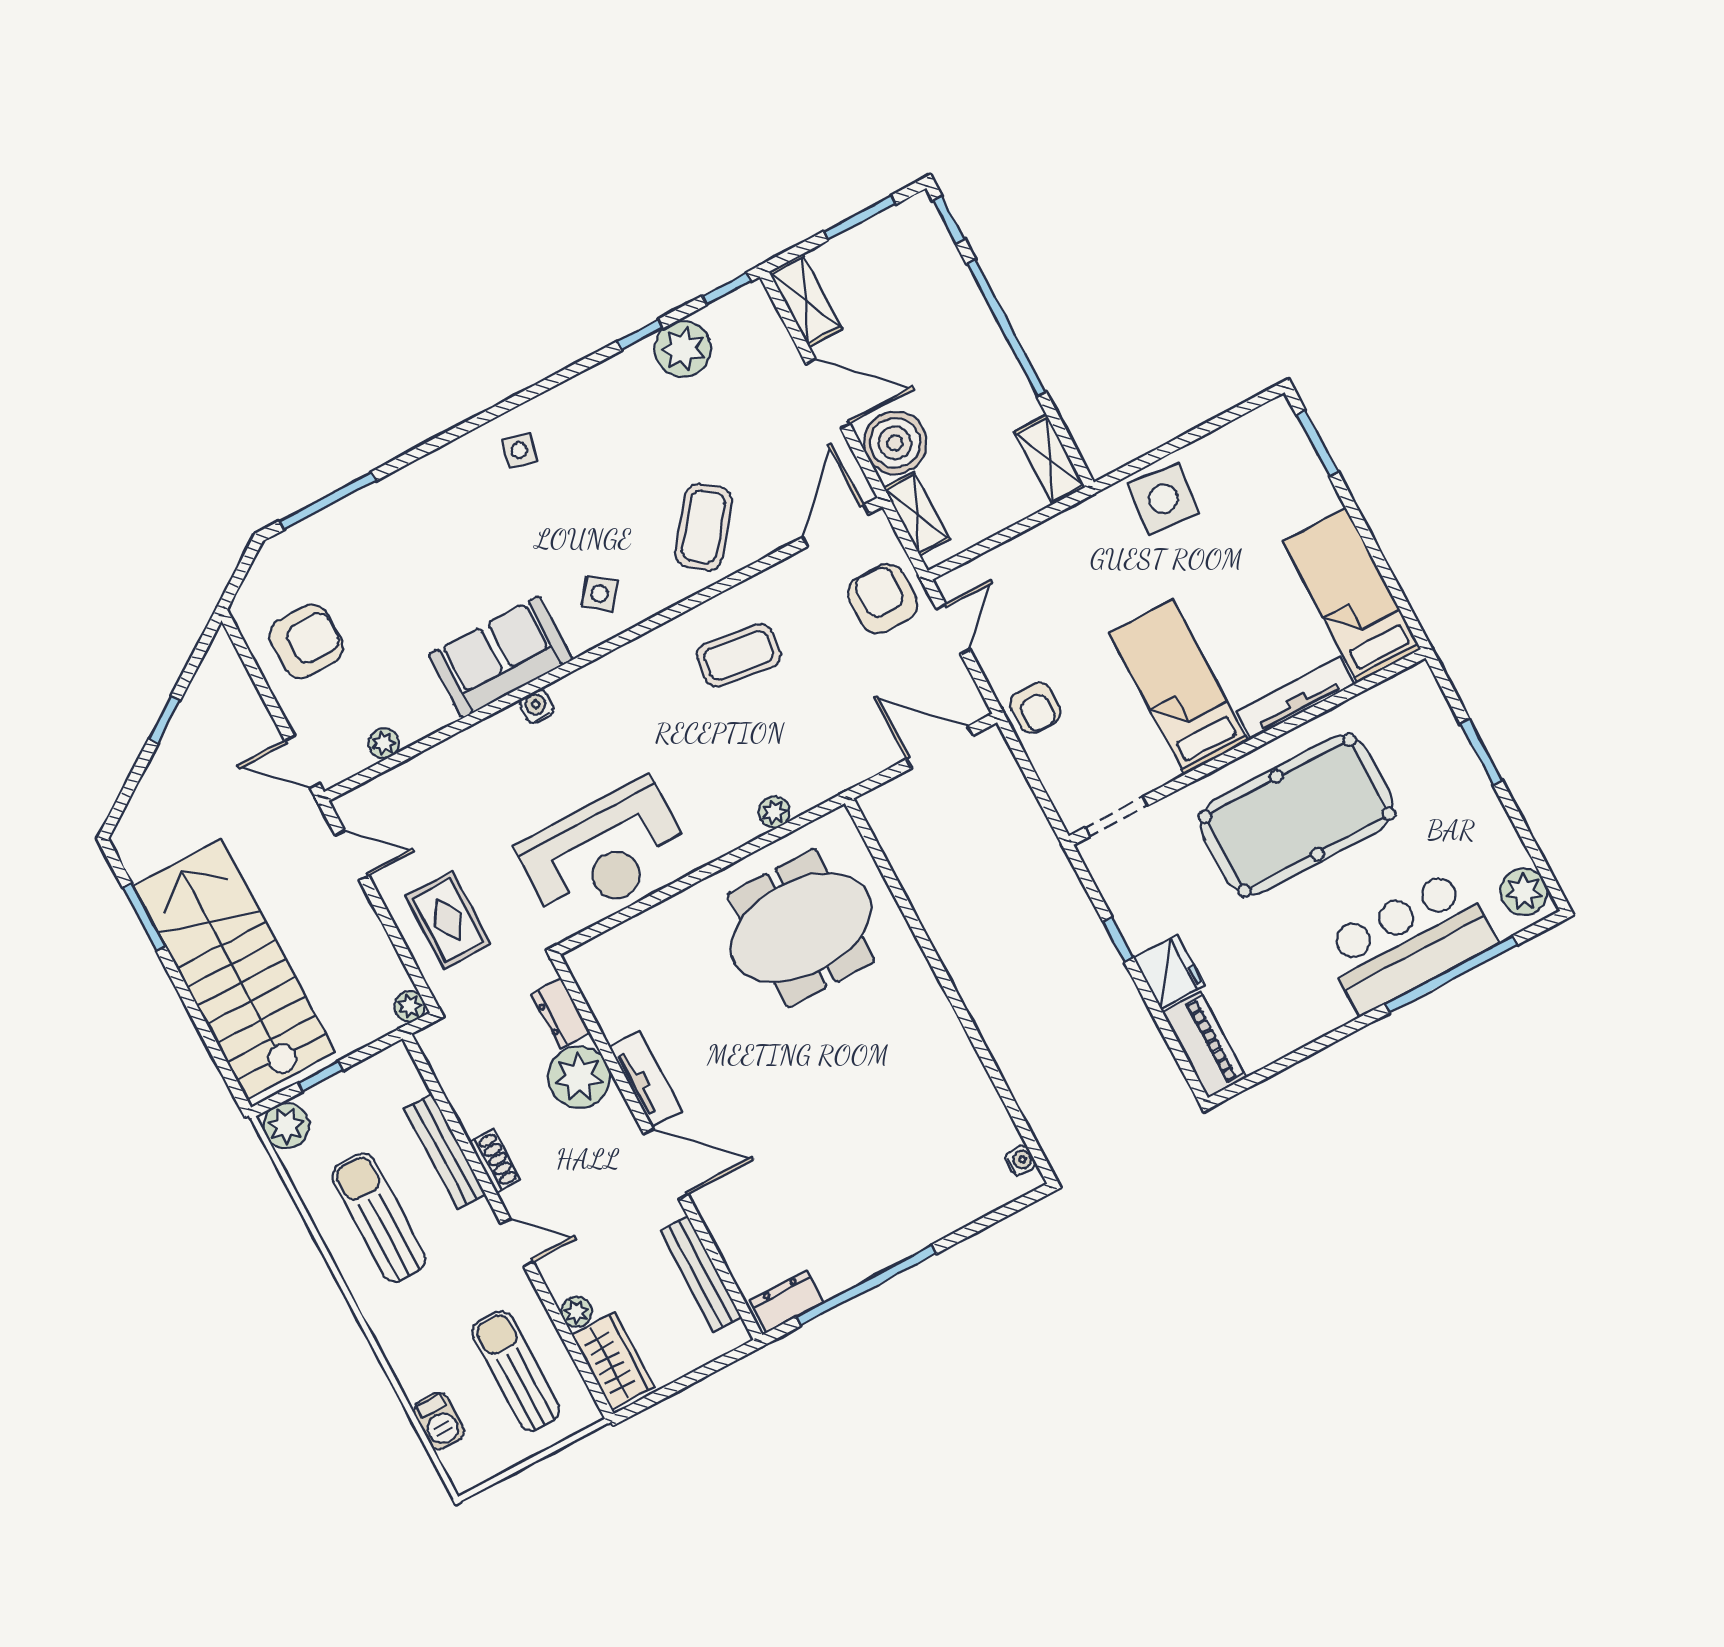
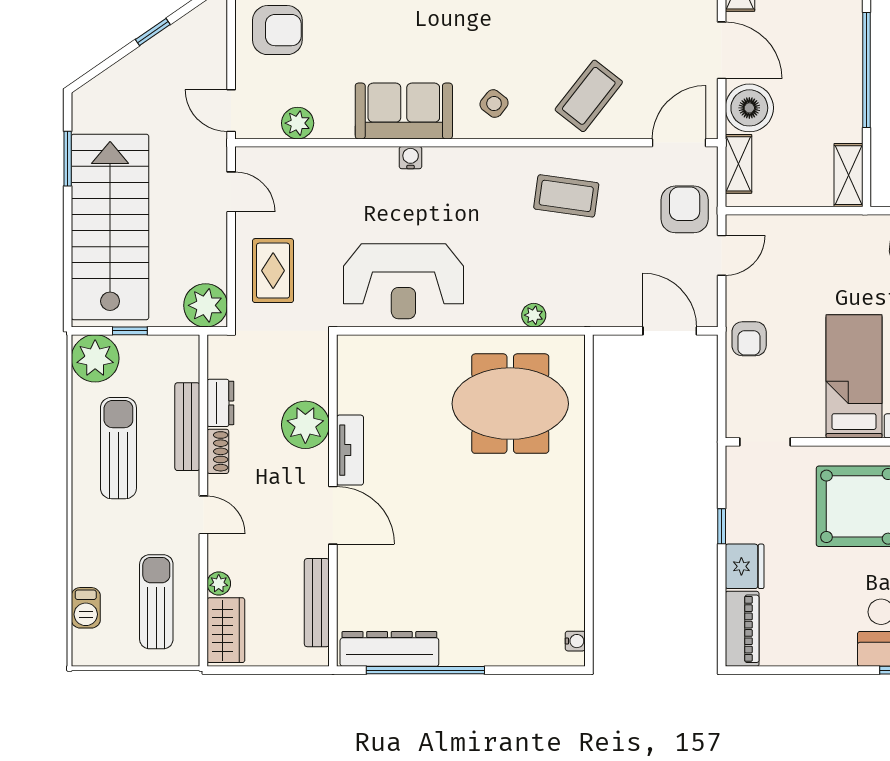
plant: (384, 743) -> (298, 123), width x1.38, depth x1.38
plant: (410, 1006) -> (206, 305), width x1.88, depth x1.88
dresser: (561, 1013) -> (220, 403), moved, turned 180
plant: (286, 1126) -> (95, 358), width x1.36, depth x1.36
dresser: (787, 1301) -> (389, 649), width x1.96, depth x1.24

